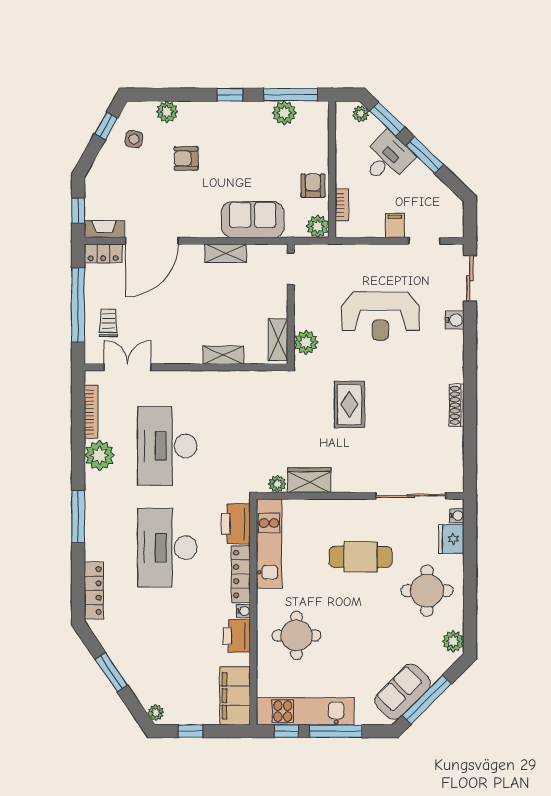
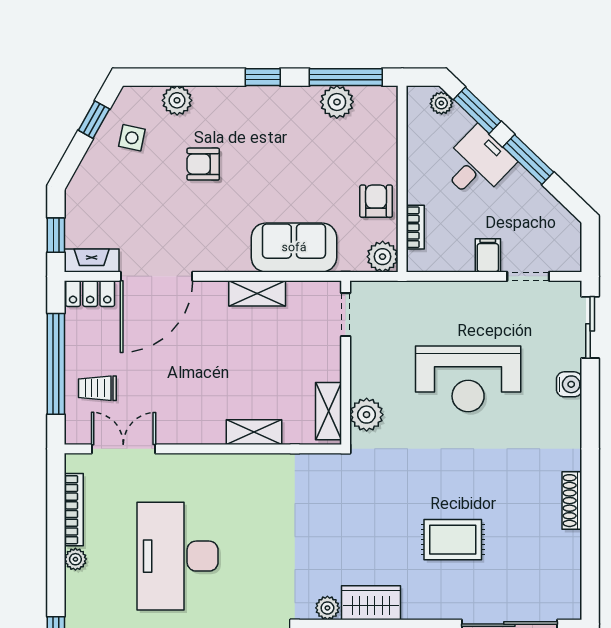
trolley: (108, 323) -> (97, 388), turned -90
rug: (349, 404) -> (453, 540), moved, turned 90
plant: (99, 455) -> (75, 559), width x0.53, depth x0.53

